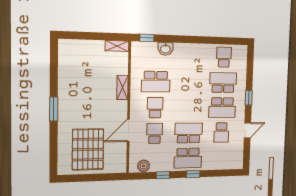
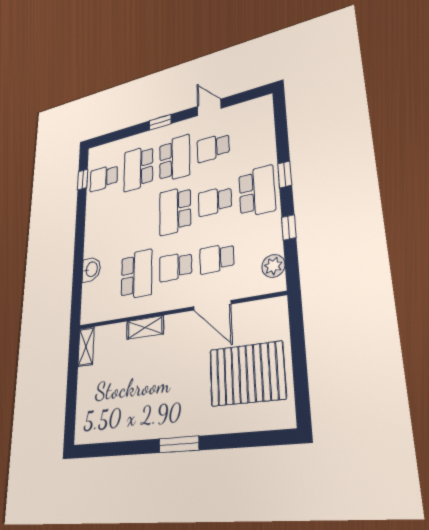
window: (147, 38) -> (83, 180), moved
school desk: (189, 108) -> (175, 211), added
school desk: (221, 132) -> (213, 148), turned 180
school desk: (189, 133) -> (215, 201), width x0.54

